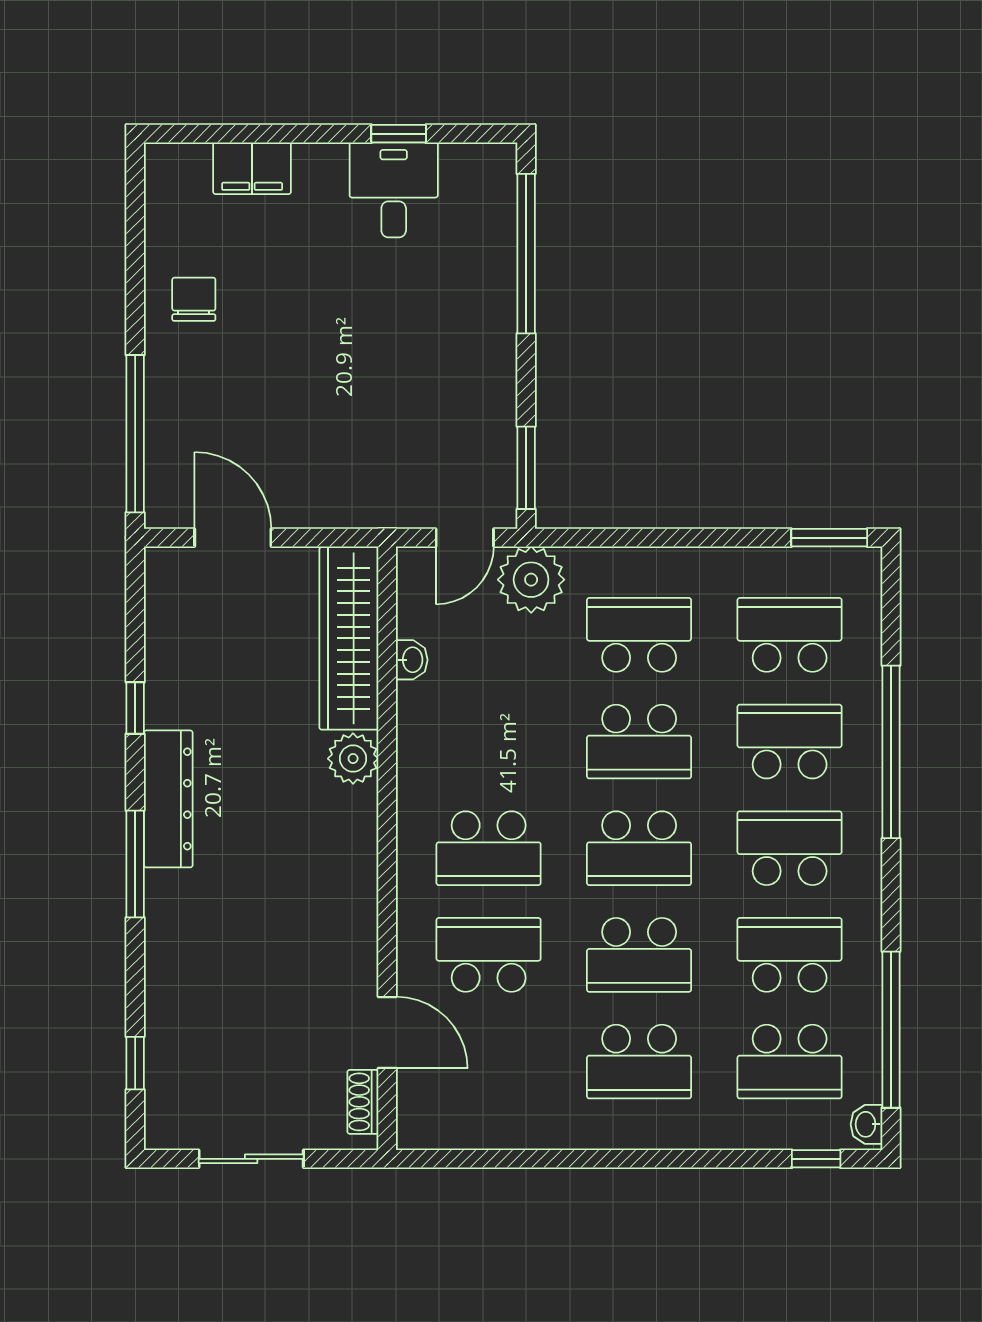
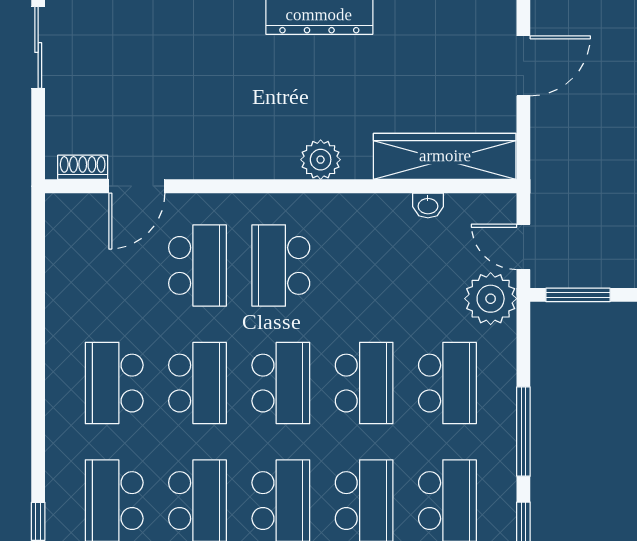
window: (701, 538) -> (523, 432), added
school desk: (639, 742) -> (364, 383), turned 180
plant: (353, 759) -> (321, 160), moved
school desk: (639, 848) -> (281, 383), turned 180
school desk: (639, 955) -> (197, 383), turned 180
sliding door: (251, 1159) -> (38, 47), moved

